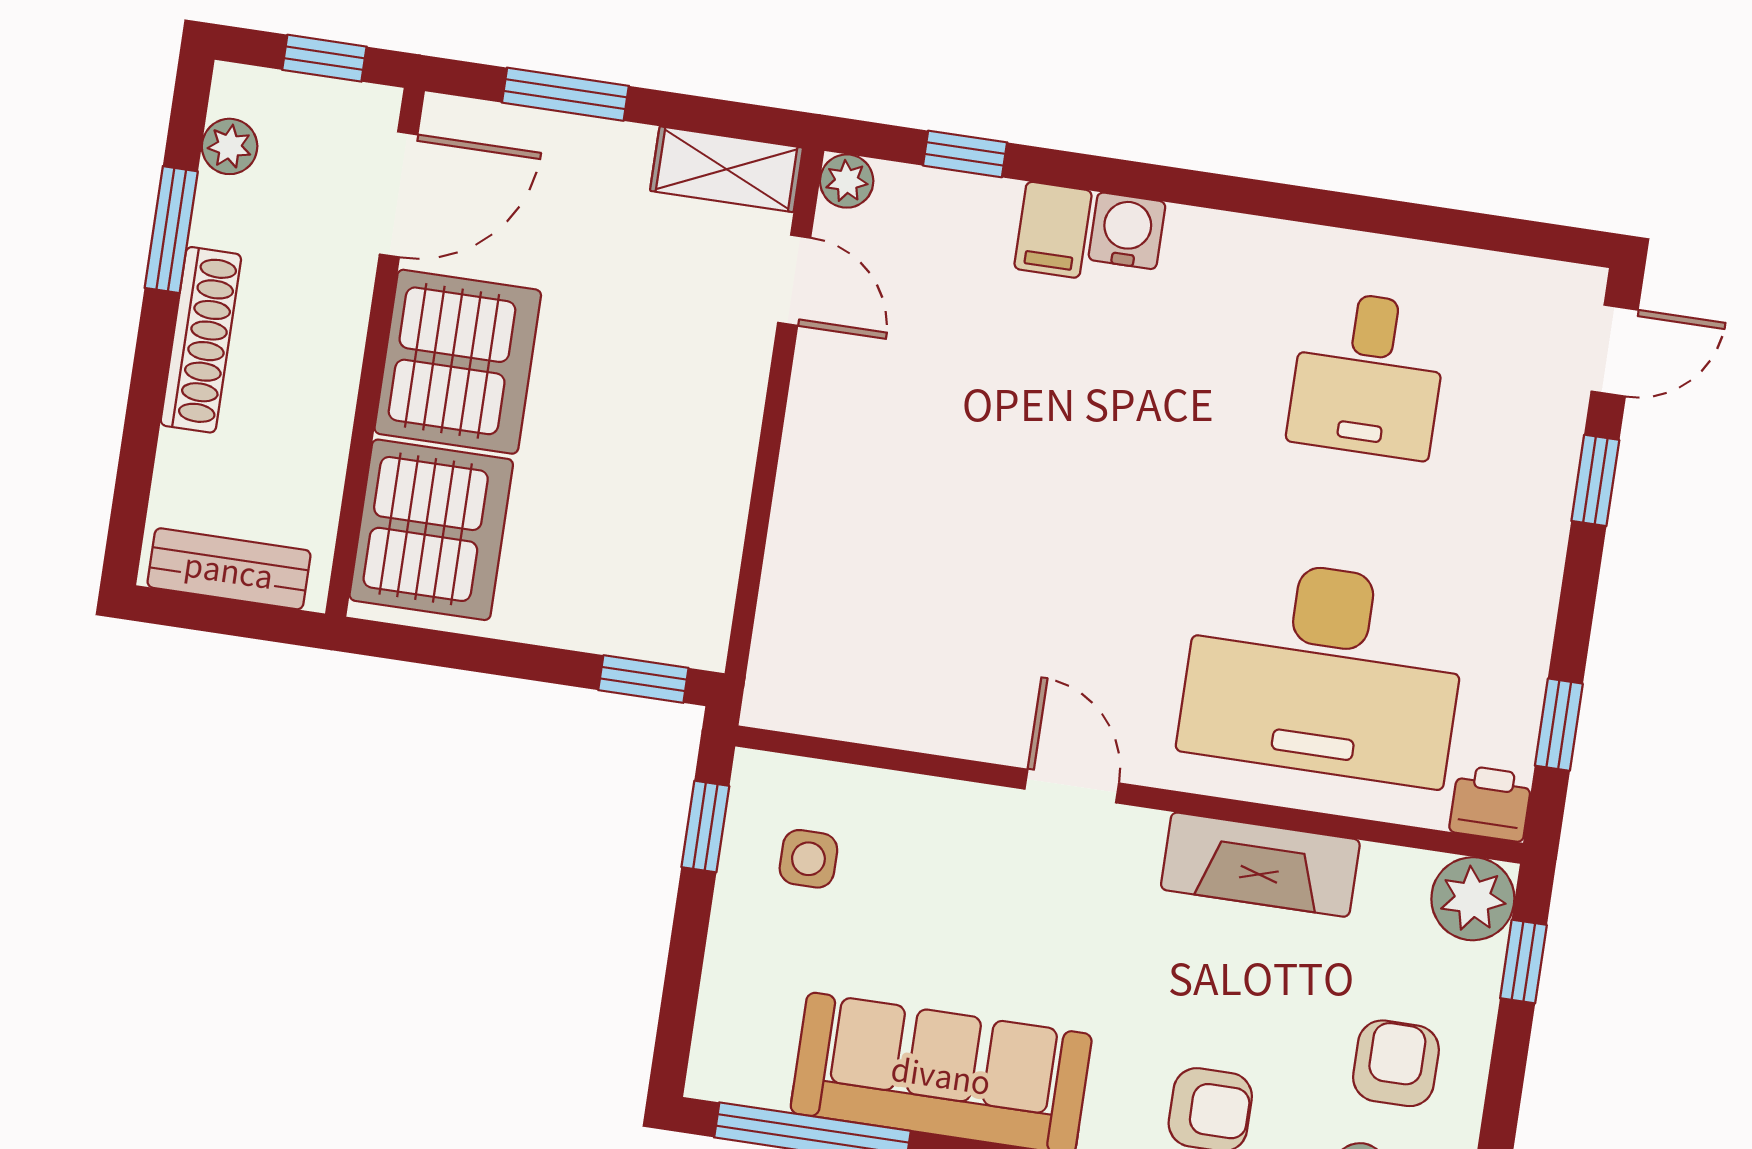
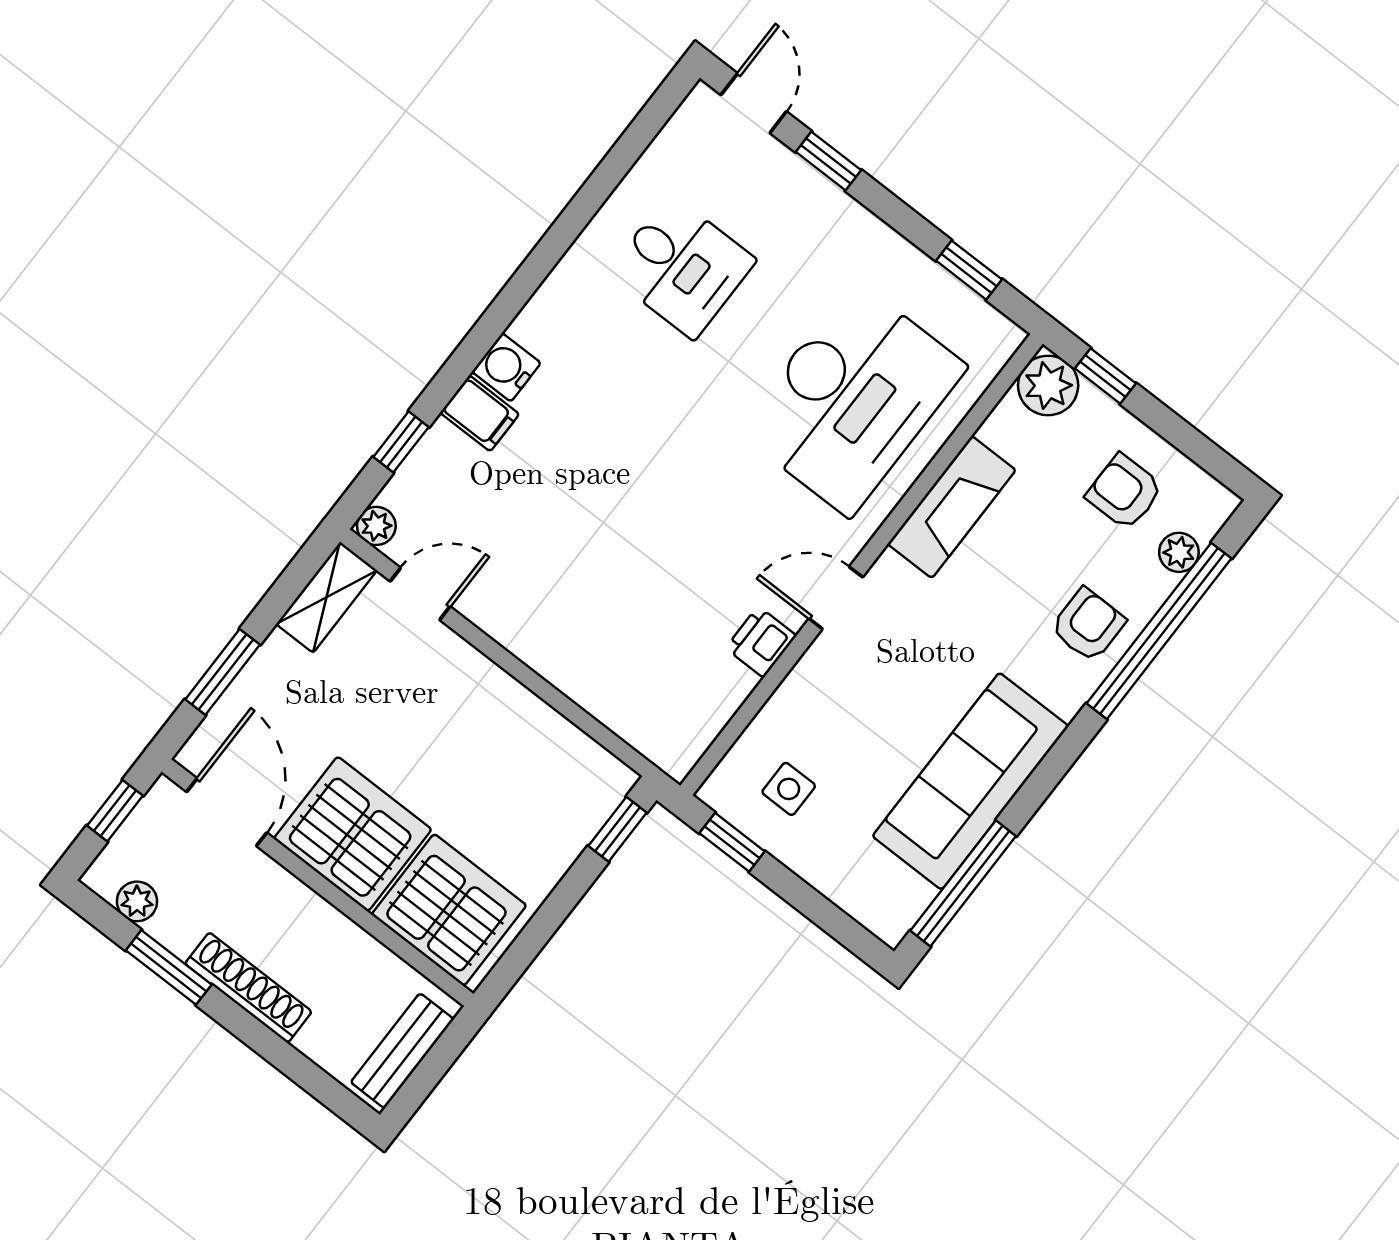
printer: (1491, 803) -> (761, 642), moved

